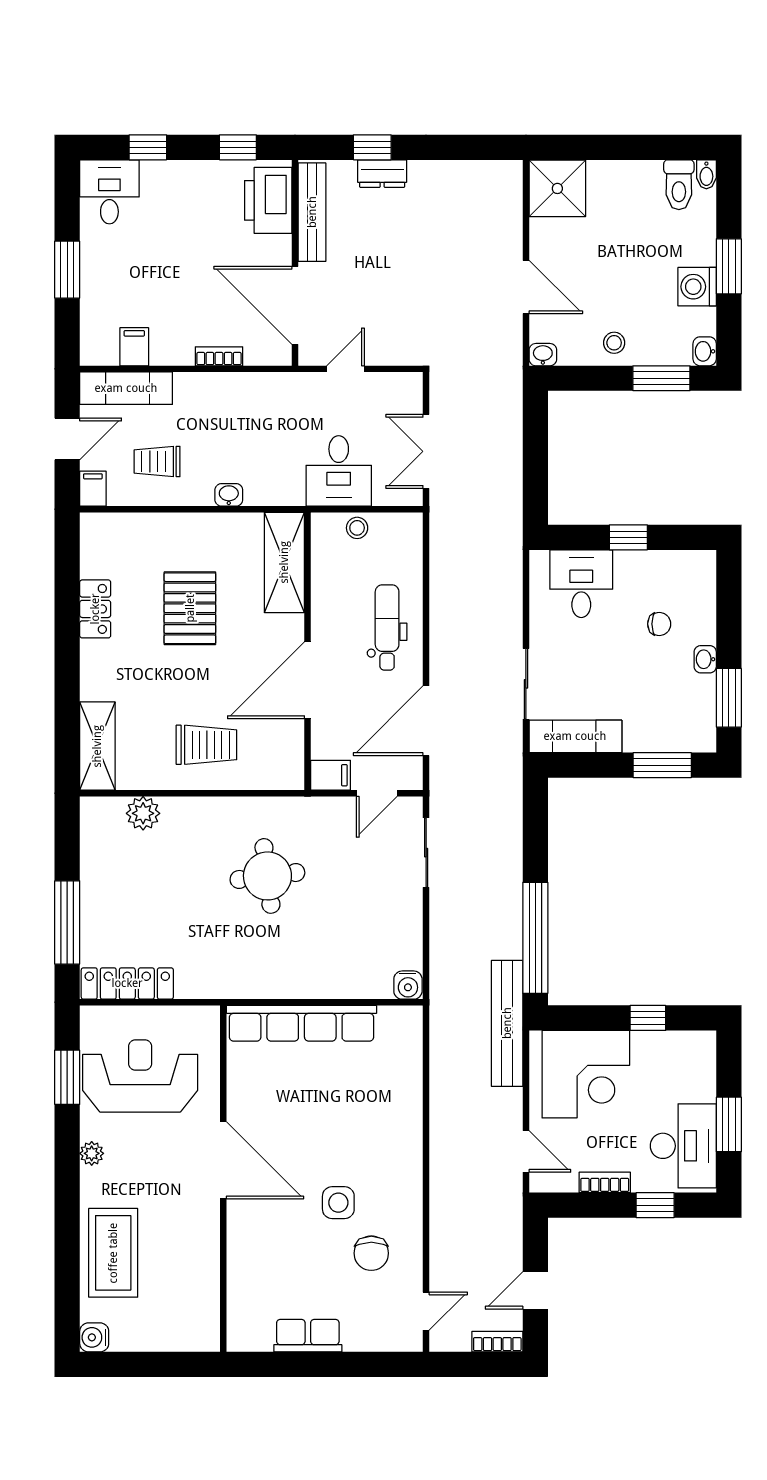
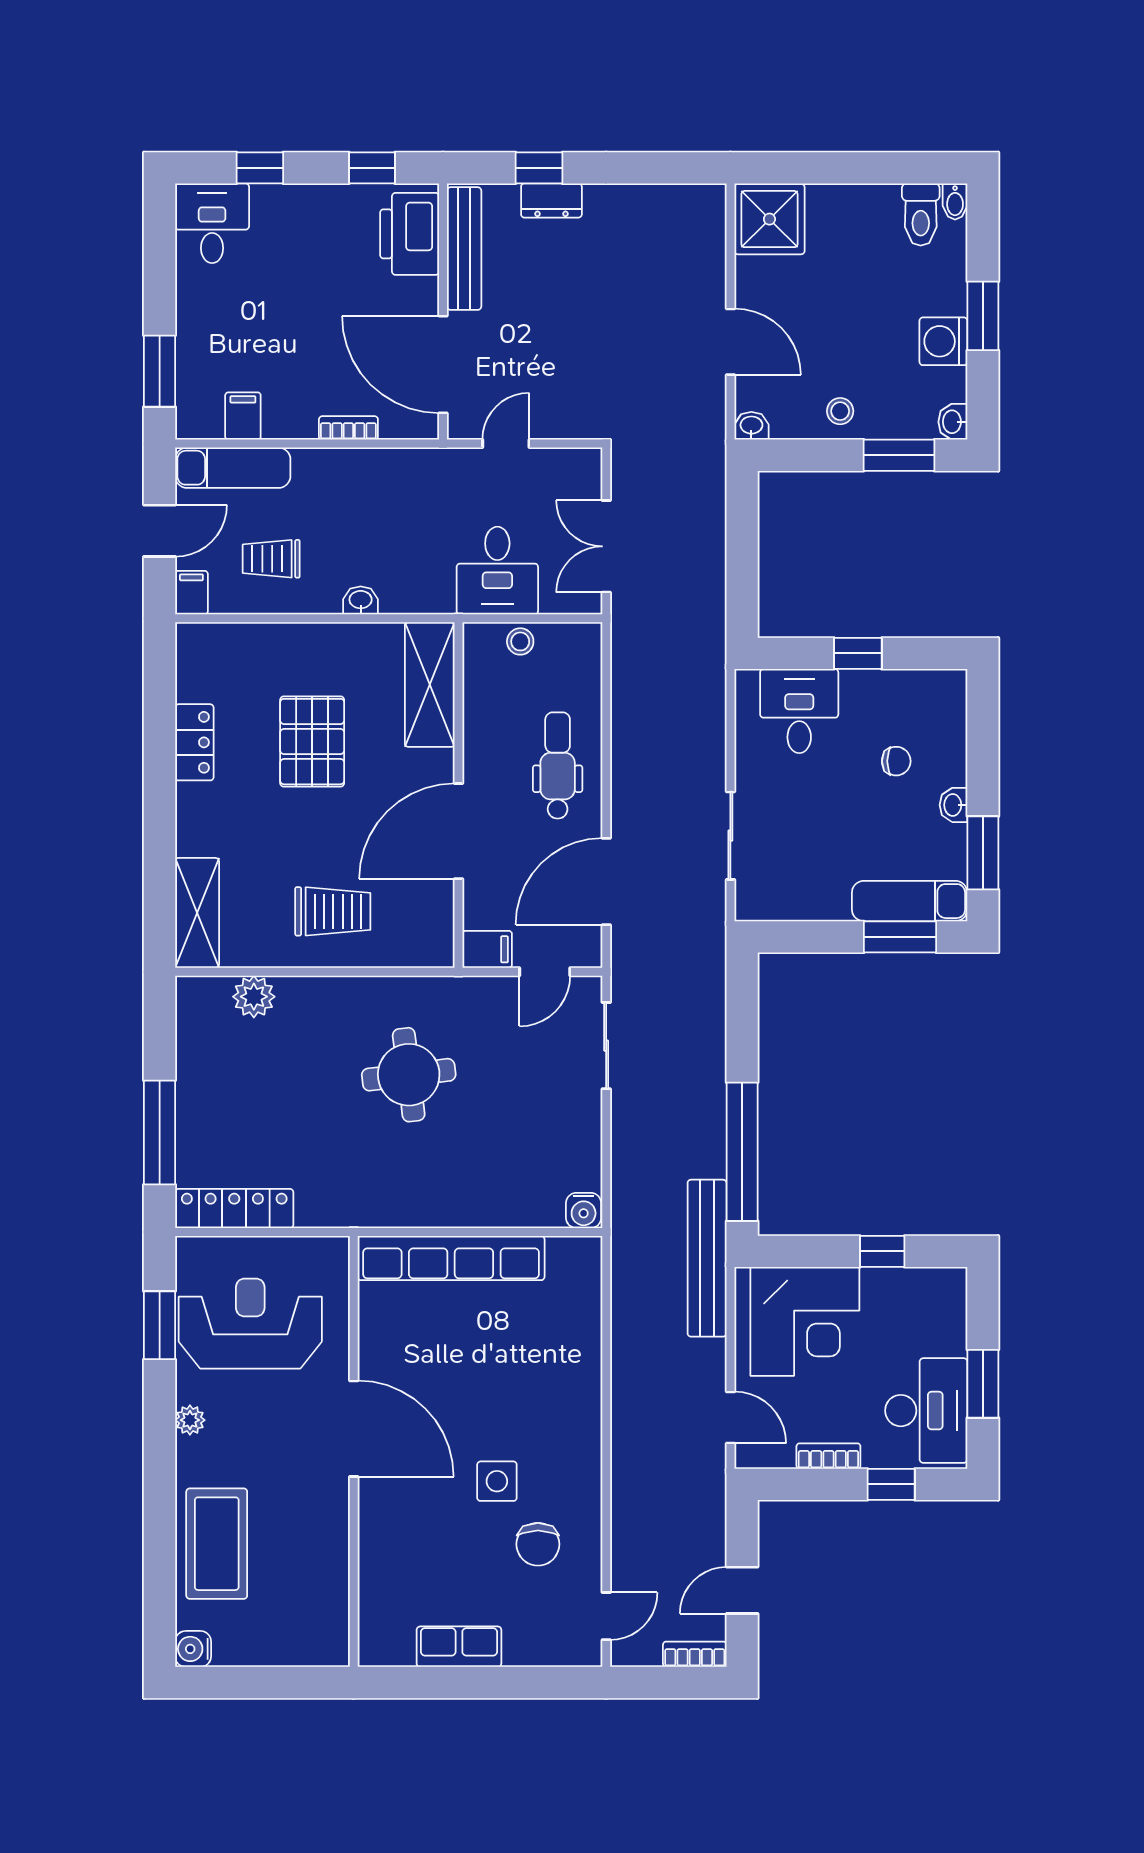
window: (67, 270) -> (160, 371), moved
exam couch: (575, 736) -> (910, 901), moved

